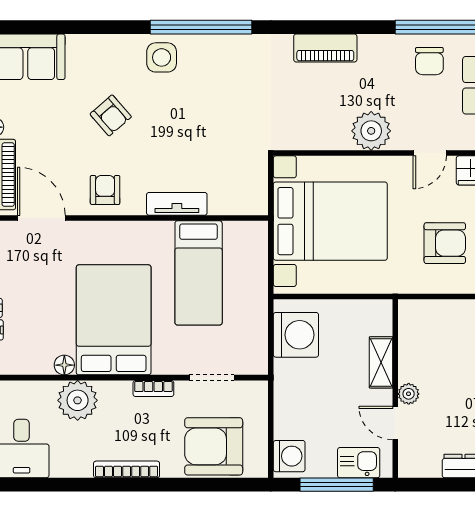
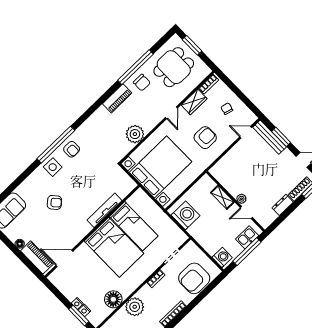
piano: (325, 48) -> (117, 98), moved
plant: (371, 131) -> (135, 134), moved
armchair: (105, 190) -> (72, 149), moved, turned 180
tv unit: (177, 204) -> (104, 210), width x1.41
bed: (114, 320) -> (114, 247), moved, turned 180
floor lamp: (64, 365) -> (113, 299), width x1.89, depth x1.89

